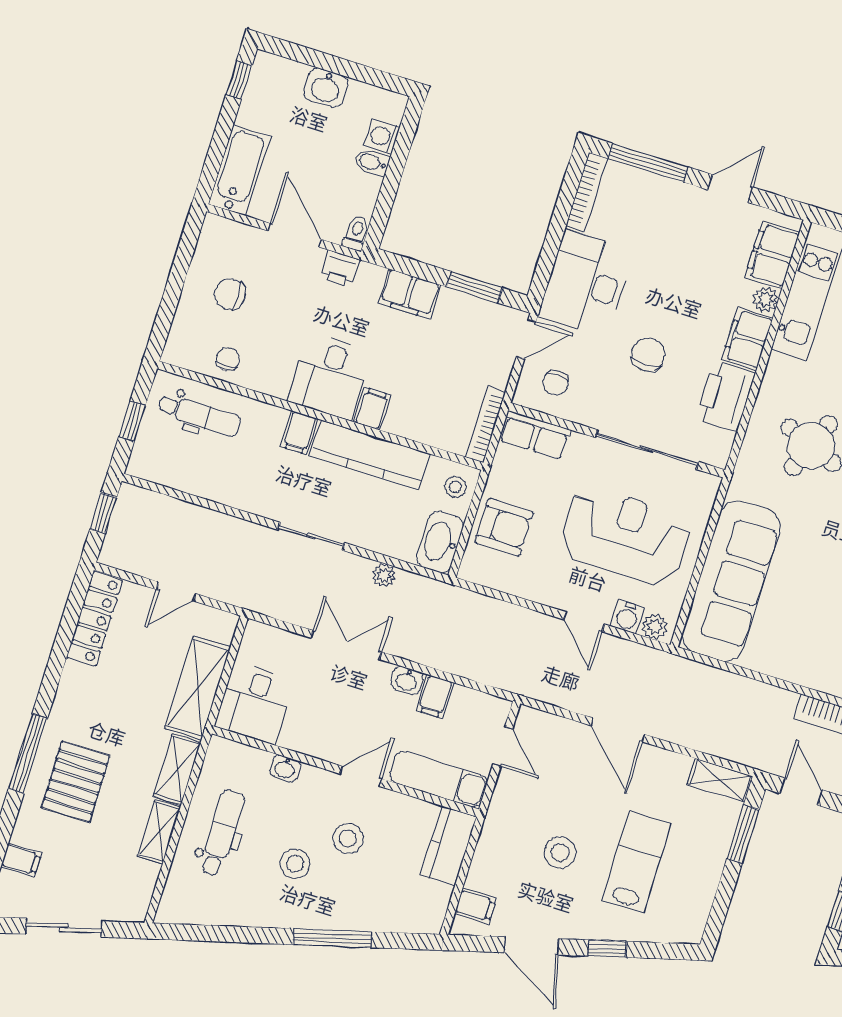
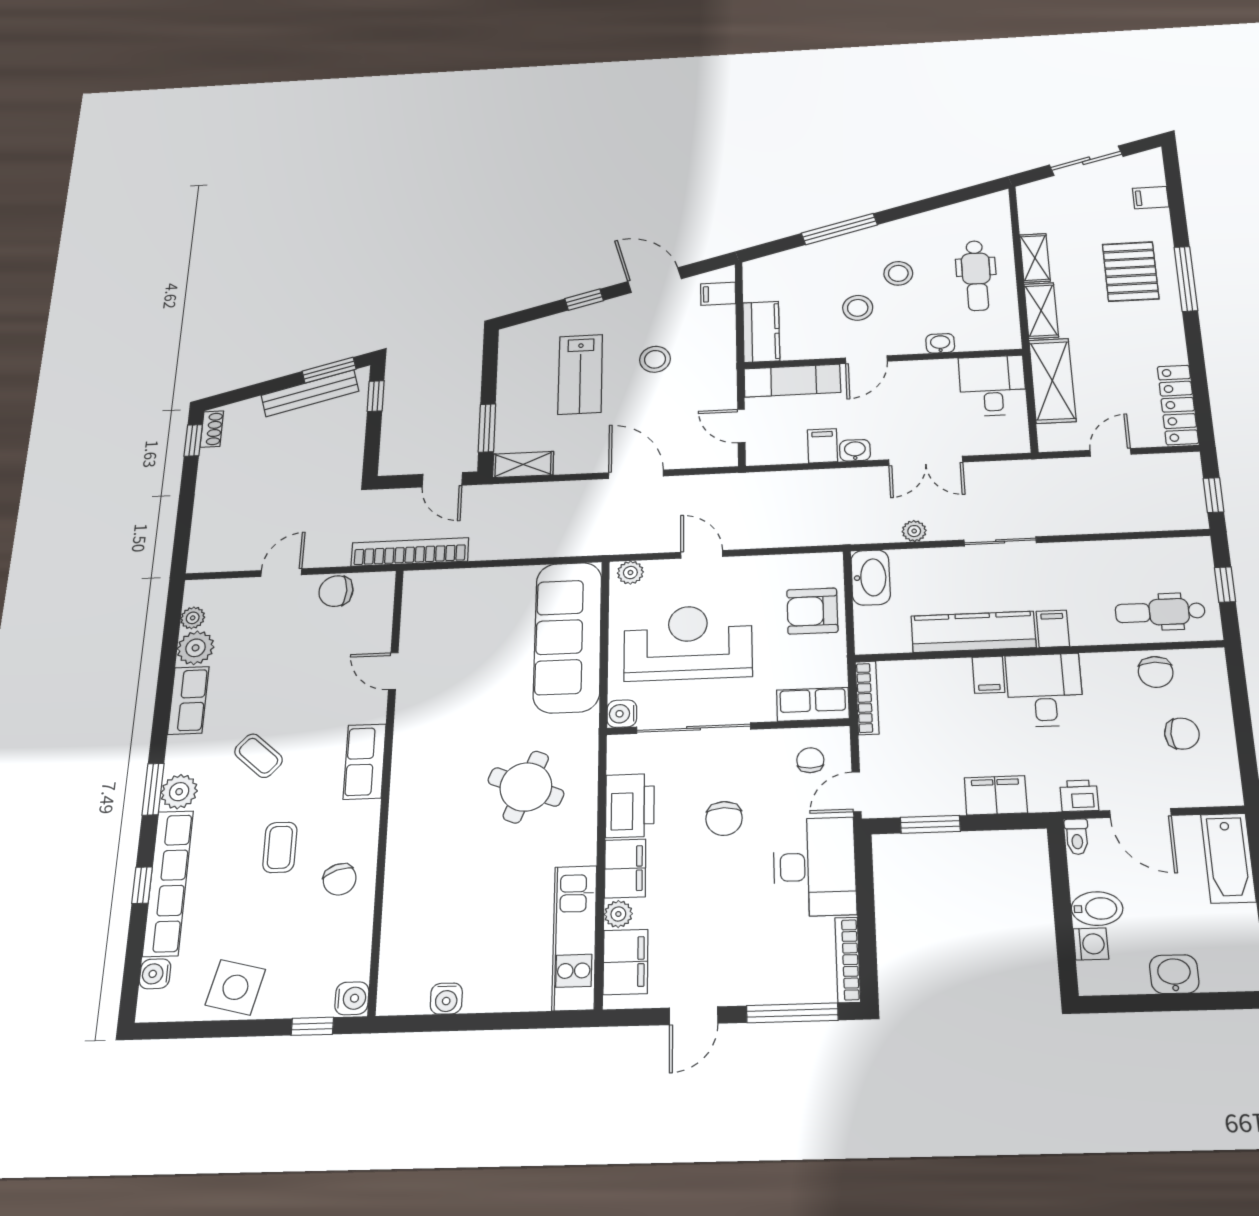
bidet: (372, 162) -> (1097, 909), width x1.38, depth x1.36
chair: (228, 359) -> (1156, 672), width x1.37, depth x1.37
stool: (455, 487) -> (875, 631), removed
reception desk: (625, 536) -> (688, 643), turned 180
water cooler: (627, 617) -> (622, 714), moved, turned -90

